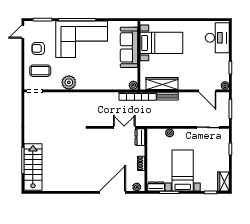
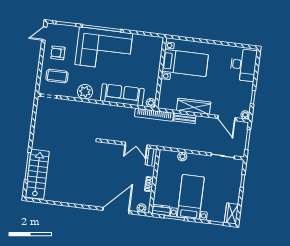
sofa: (129, 47) -> (122, 95), moved, turned 90
wardrobe: (162, 83) -> (194, 106), moved
double door: (124, 127) -> (136, 145), swing flipped

